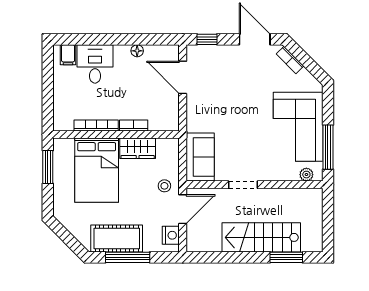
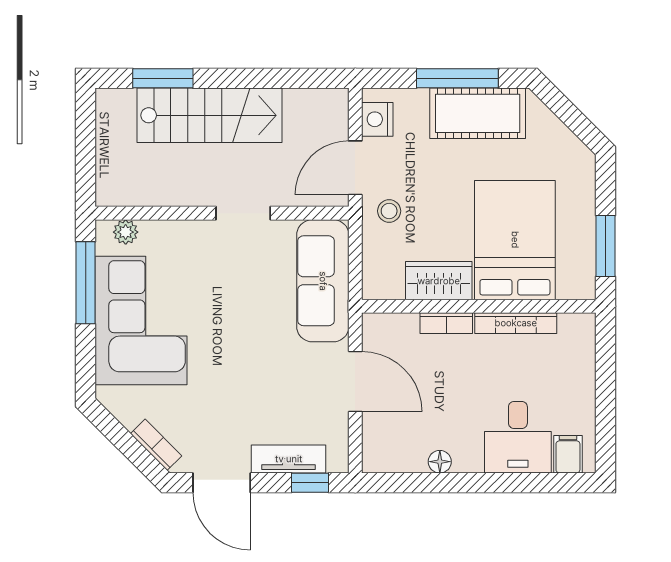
tv unit: (219, 52) -> (289, 459), added
door: (183, 77) -> (355, 381), moved
sofa: (200, 157) -> (323, 281), width x1.36

